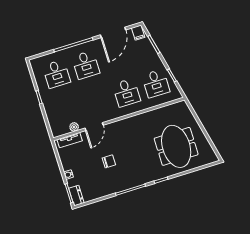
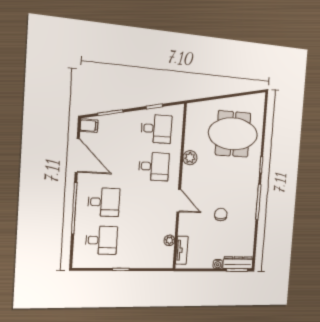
plant: (144, 118) -> (190, 158), added
door: (94, 127) -> (179, 201), moved
dresser: (76, 196) -> (238, 263), width x1.44

